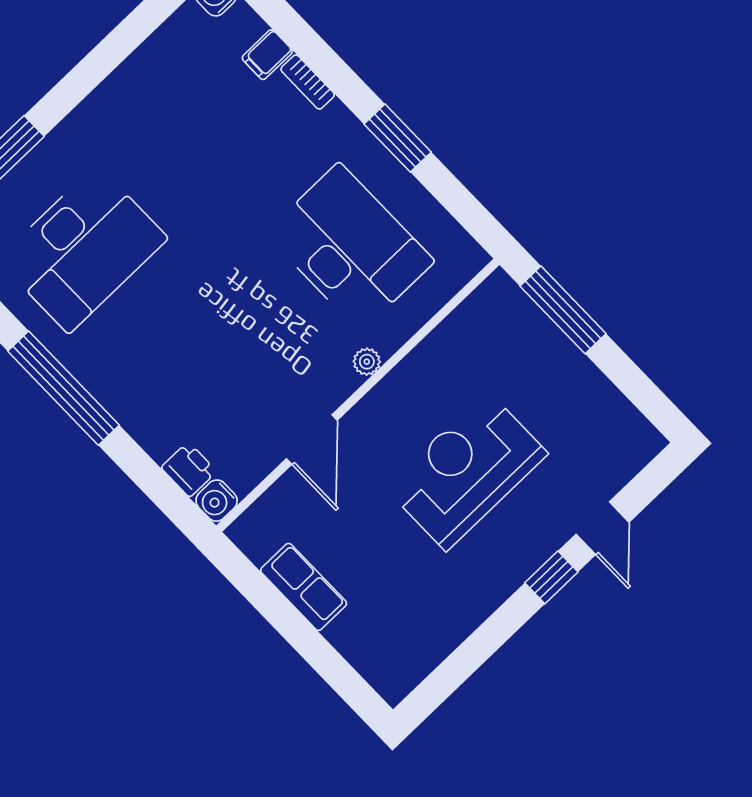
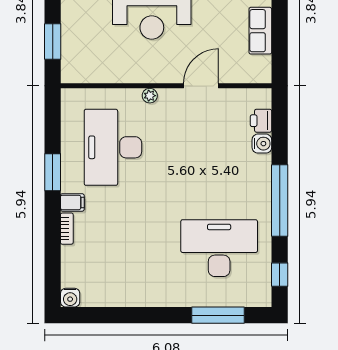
filing cabinet: (267, 55) -> (72, 202), moved
window: (563, 310) -> (53, 42), width x0.69
water cooler: (217, 501) -> (262, 144), moved

